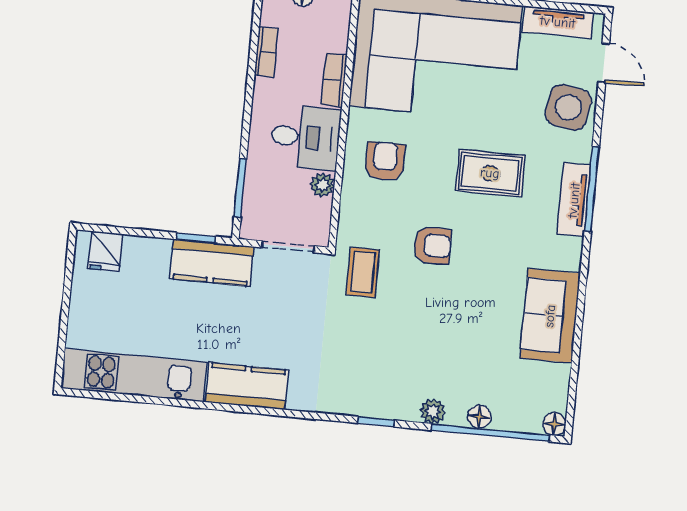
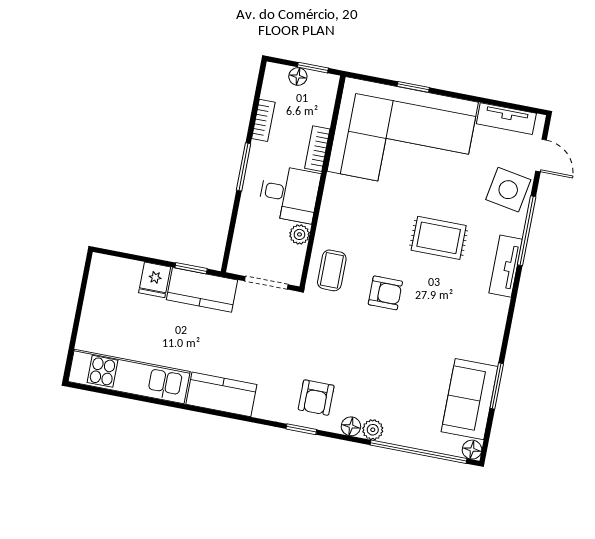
armchair: (385, 161) -> (316, 398), moved, turned 180
window: (240, 188) -> (244, 167), moved
window: (592, 189) -> (527, 231), moved
fridge: (105, 251) -> (155, 280), moved
coffee table: (363, 272) -> (332, 270), moved
sofa: (550, 316) -> (469, 399), moved
window: (577, 345) -> (497, 386), added
floor lamp: (479, 417) -> (351, 426), moved
window: (376, 422) -> (301, 429), moved

